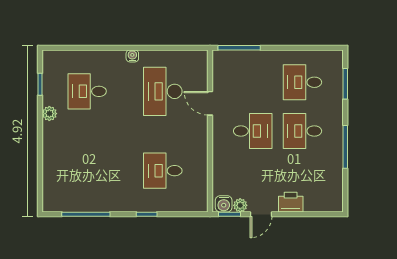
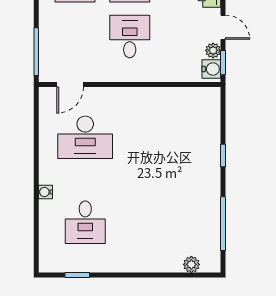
water cooler: (132, 56) -> (45, 192), moved
door: (210, 103) -> (70, 84), moved
plant: (49, 114) -> (191, 264), moved
desk: (163, 171) -> (174, 137), removed

